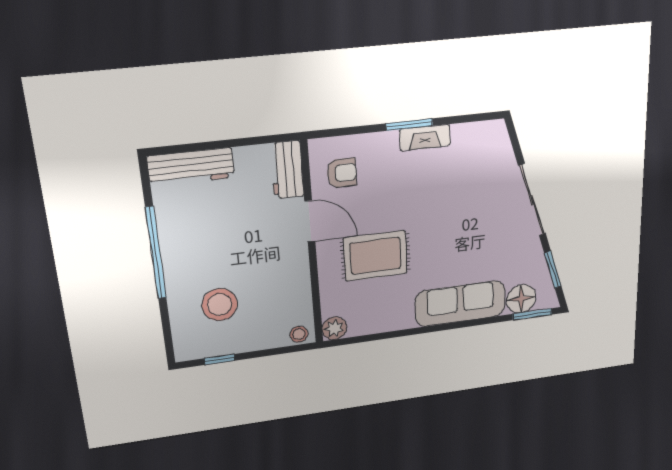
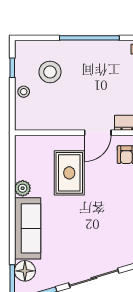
plant: (334, 328) -> (23, 188), moved
stool: (299, 334) -> (24, 92), moved

